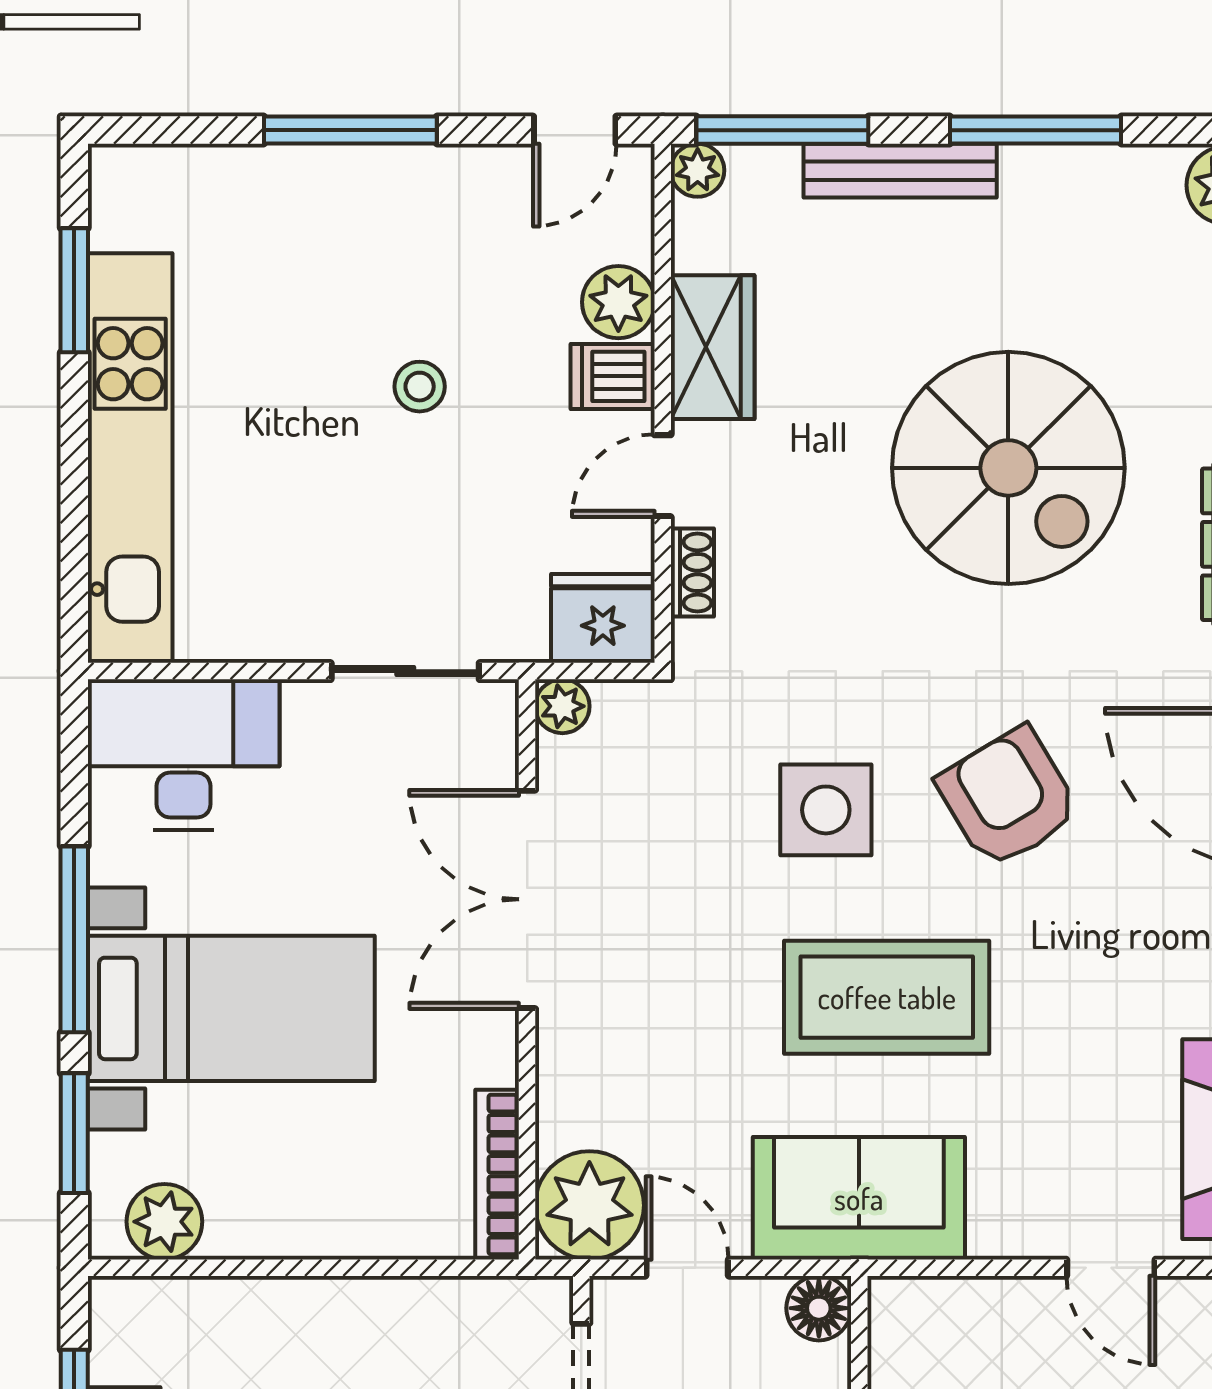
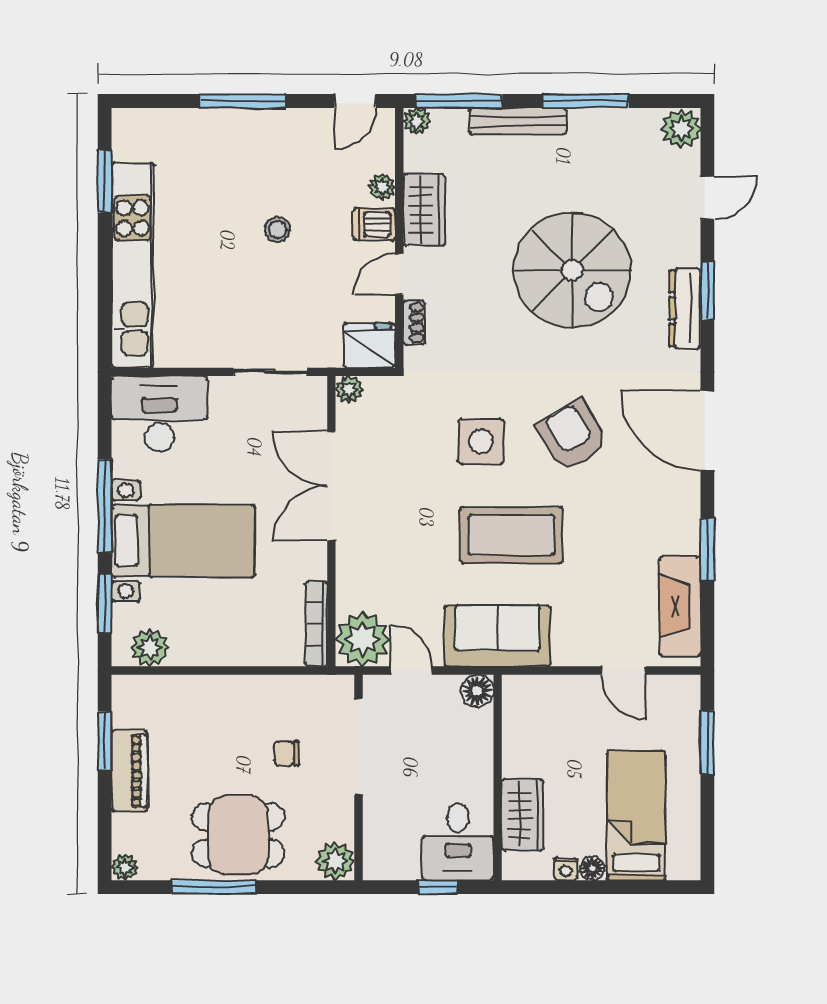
plant: (618, 302) -> (382, 187), width x0.73, depth x0.73

